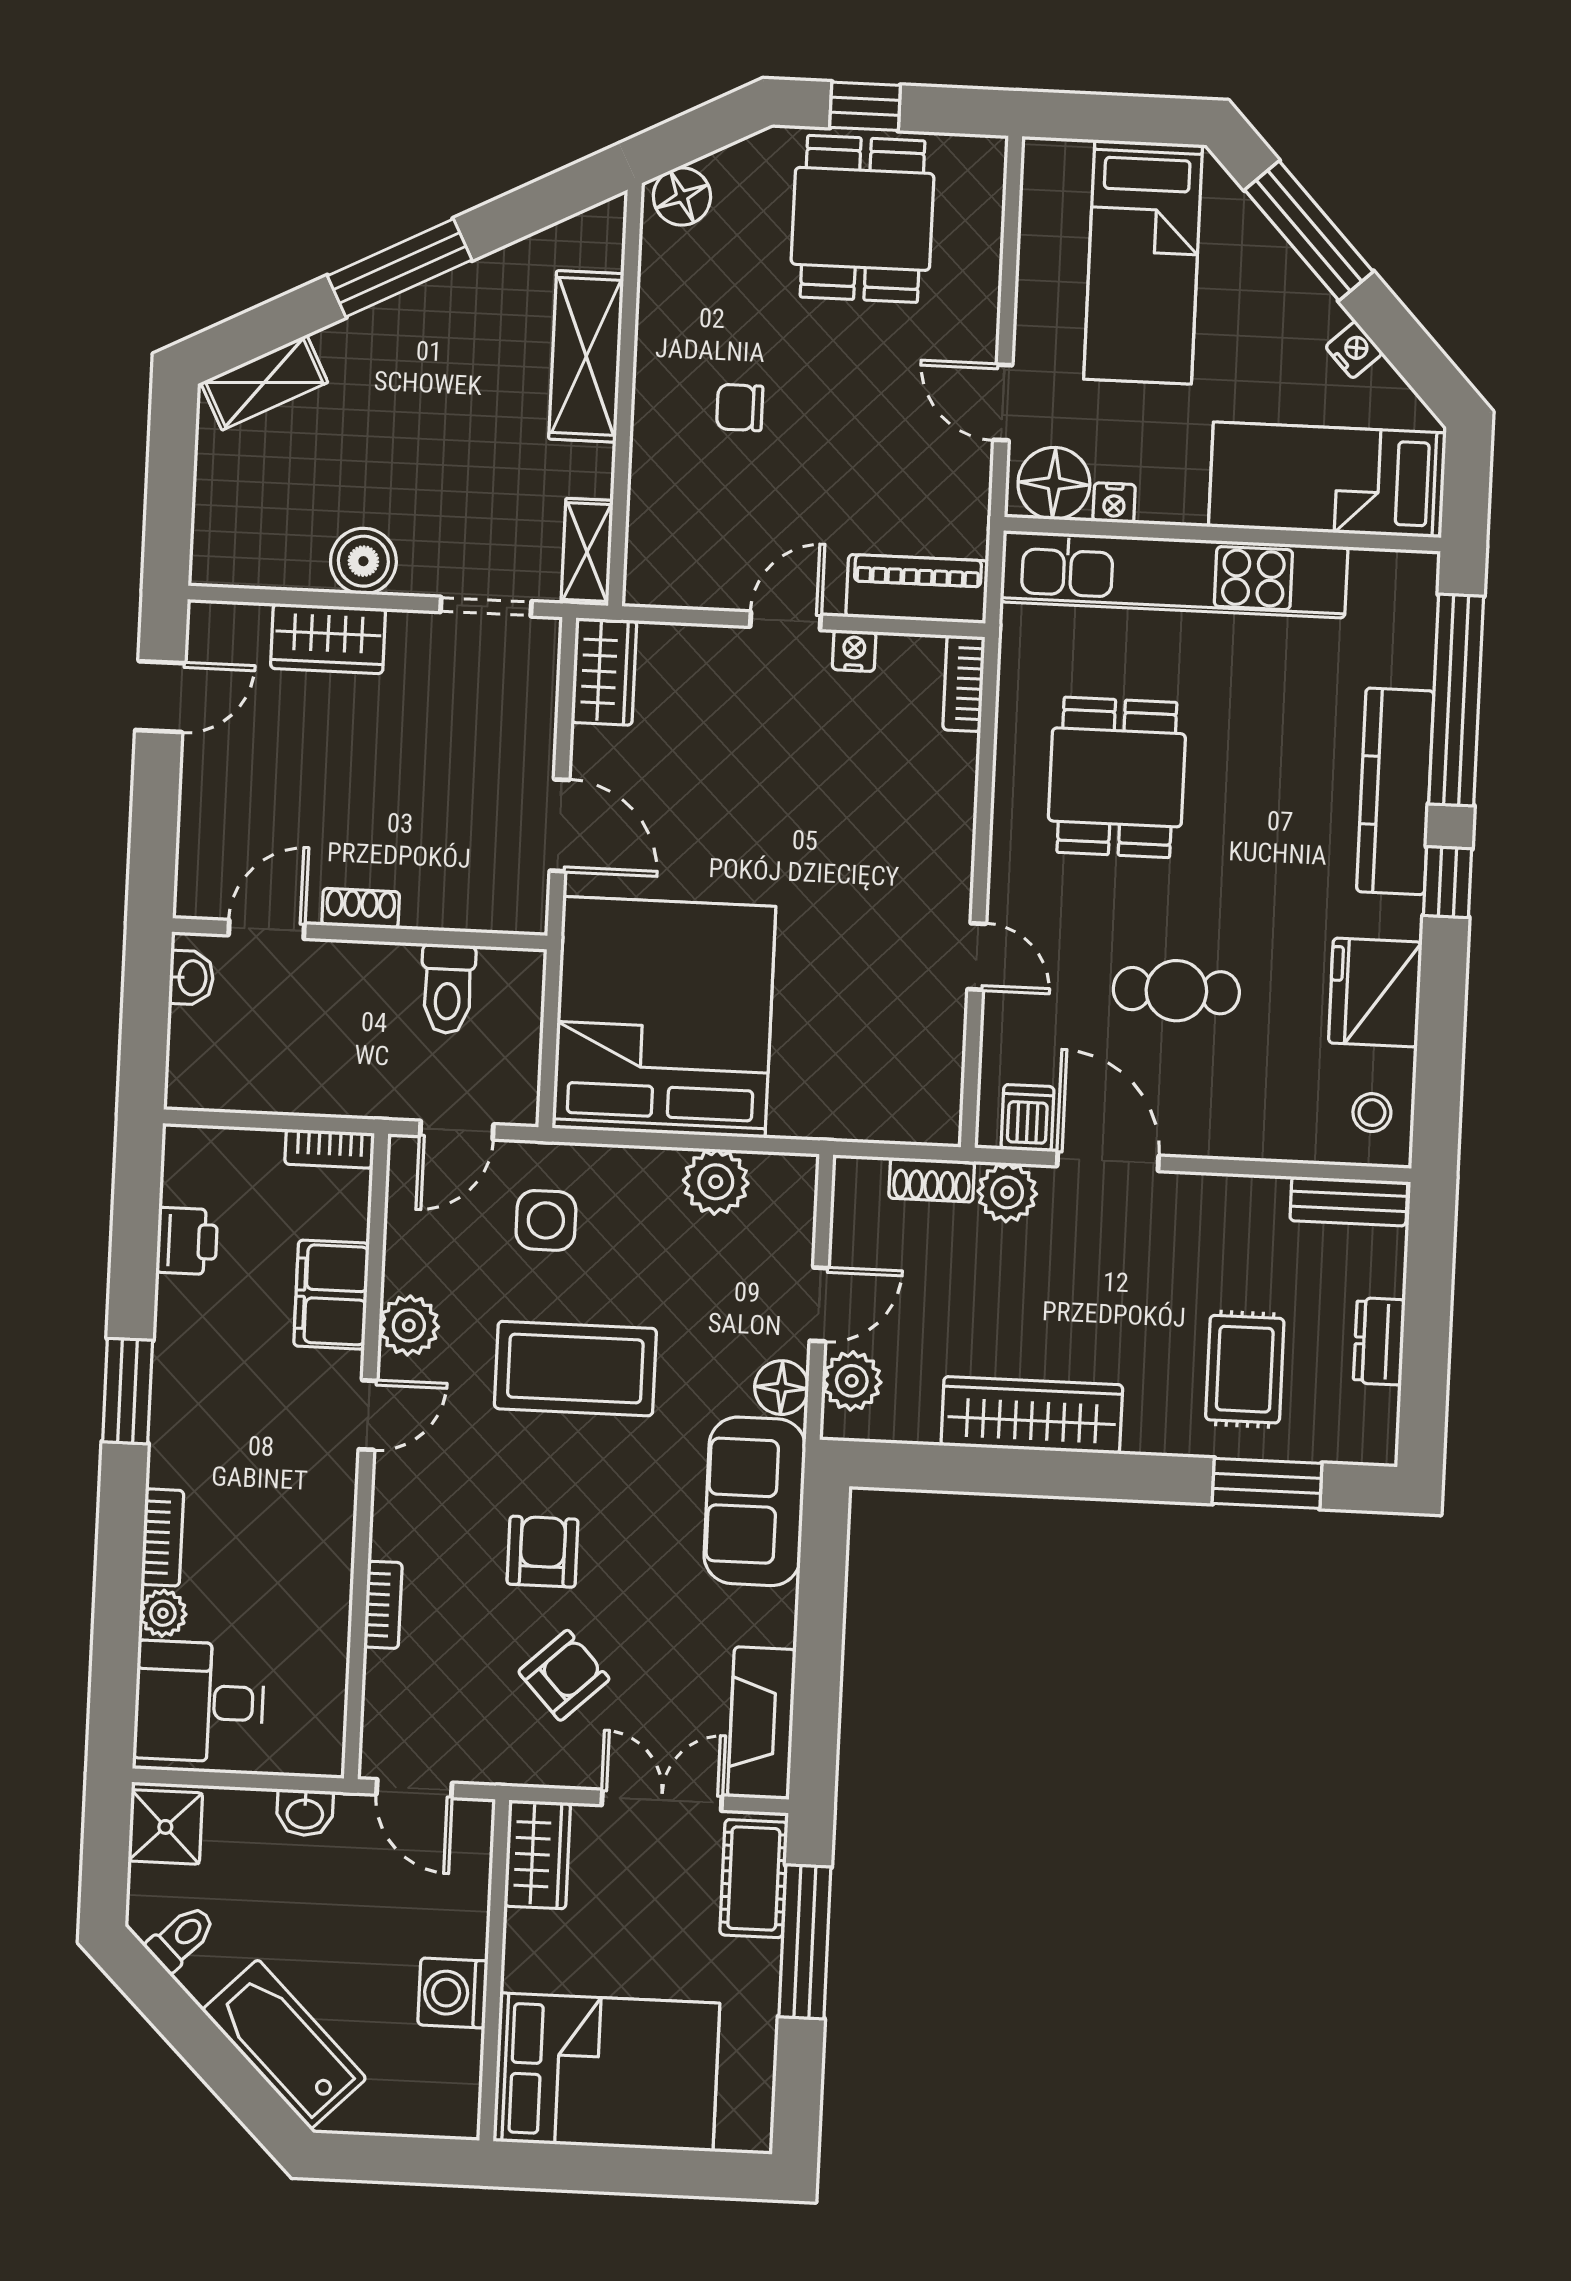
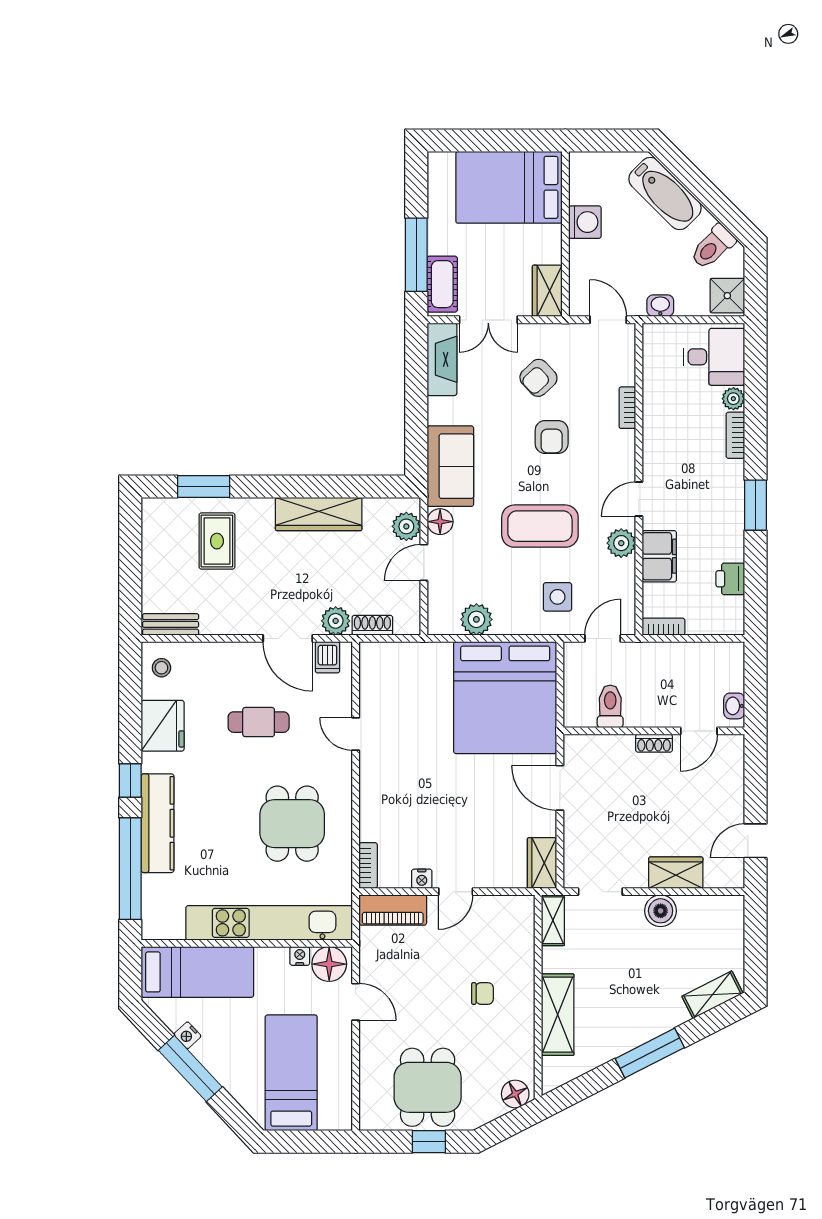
window: (1309, 231) -> (190, 1069), moved
dresser: (1379, 1341) -> (153, 558), removed
toilet: (181, 1938) -> (713, 247), width x1.37, depth x1.39

